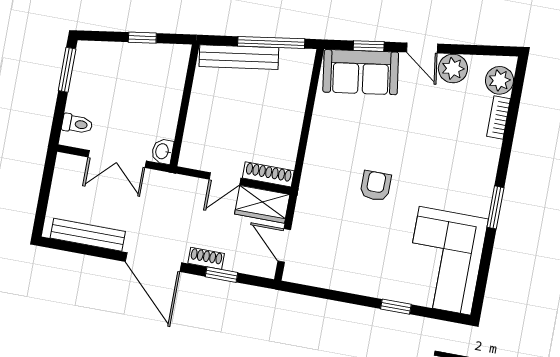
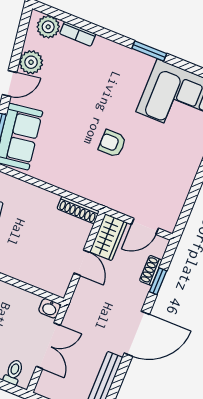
shoe rack: (268, 174) -> (78, 210), moved, turned -90
shoe rack: (206, 258) -> (151, 270), moved

